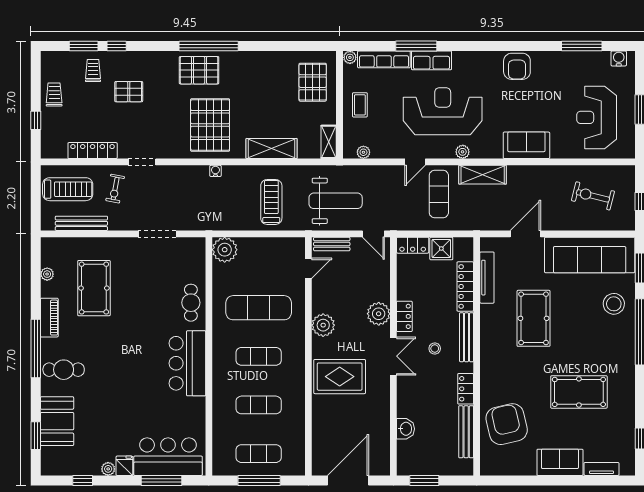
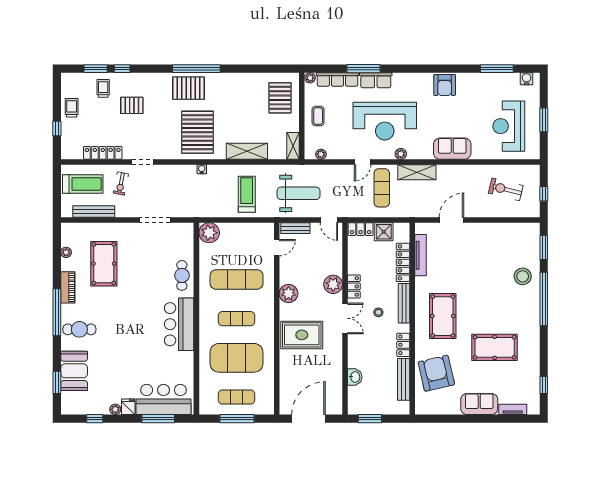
reception desk: (443, 111) -> (385, 121), turned 180
sofa: (590, 255) -> (503, 237), removed
pool table: (534, 318) -> (443, 316), moved
exercise mat: (259, 405) -> (237, 358), width x2.00, depth x1.45

